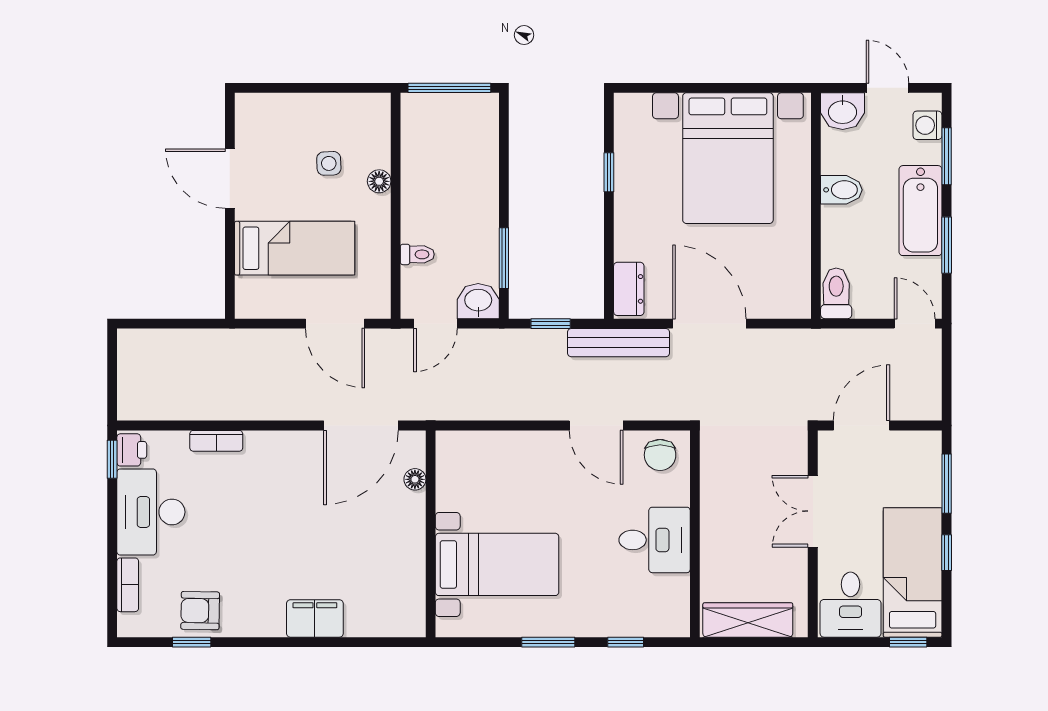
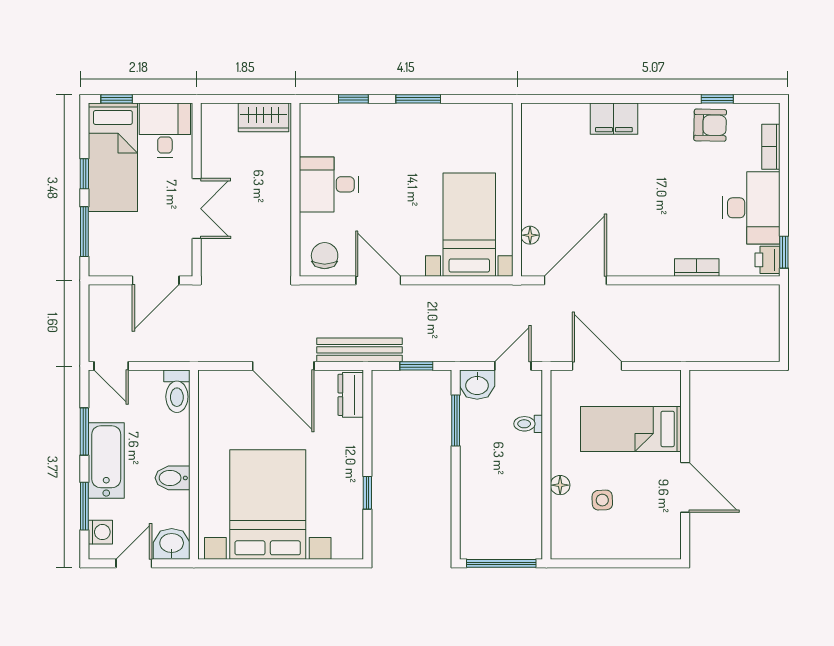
door: (887, 88) -> (134, 563), swing flipped
bed with nightstands: (497, 564) -> (469, 225), moved, turned 90
wardrobe: (748, 620) -> (264, 117), width x0.67

